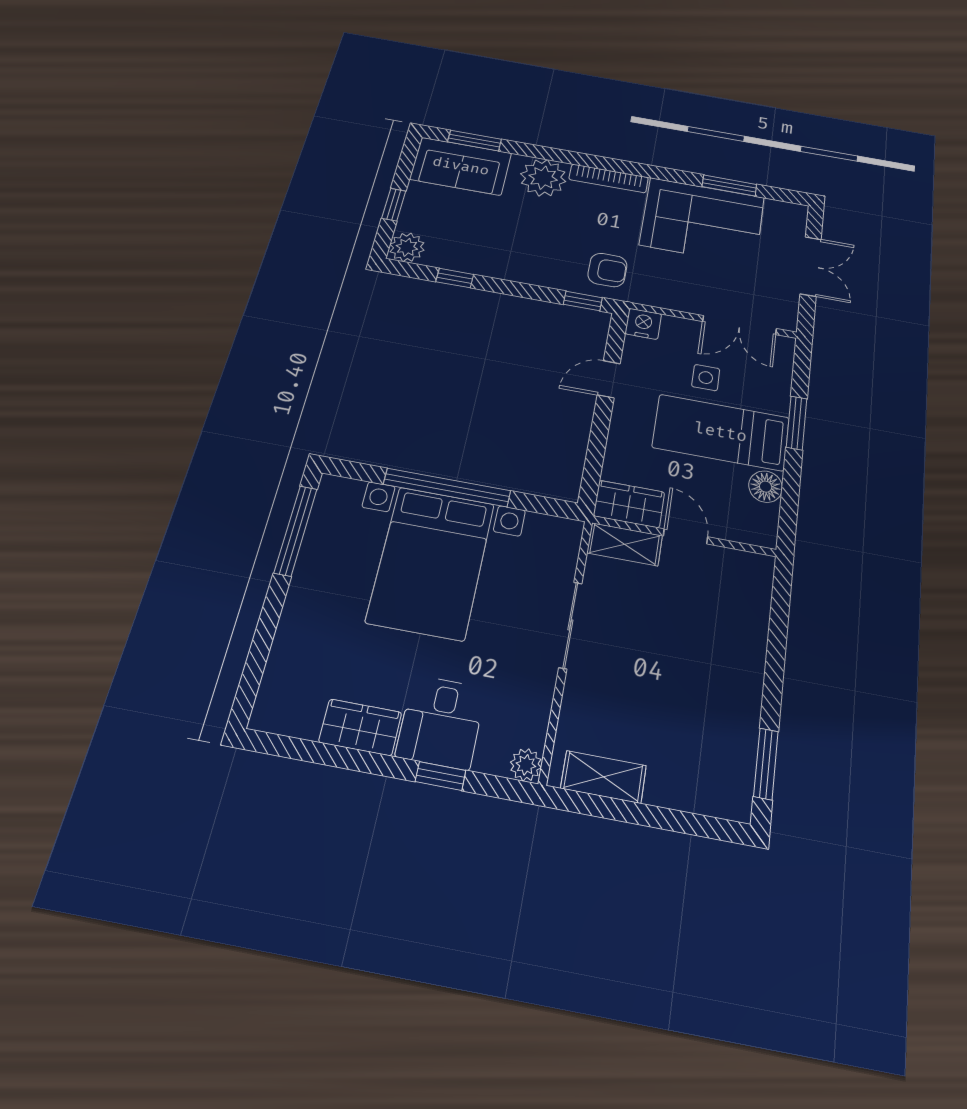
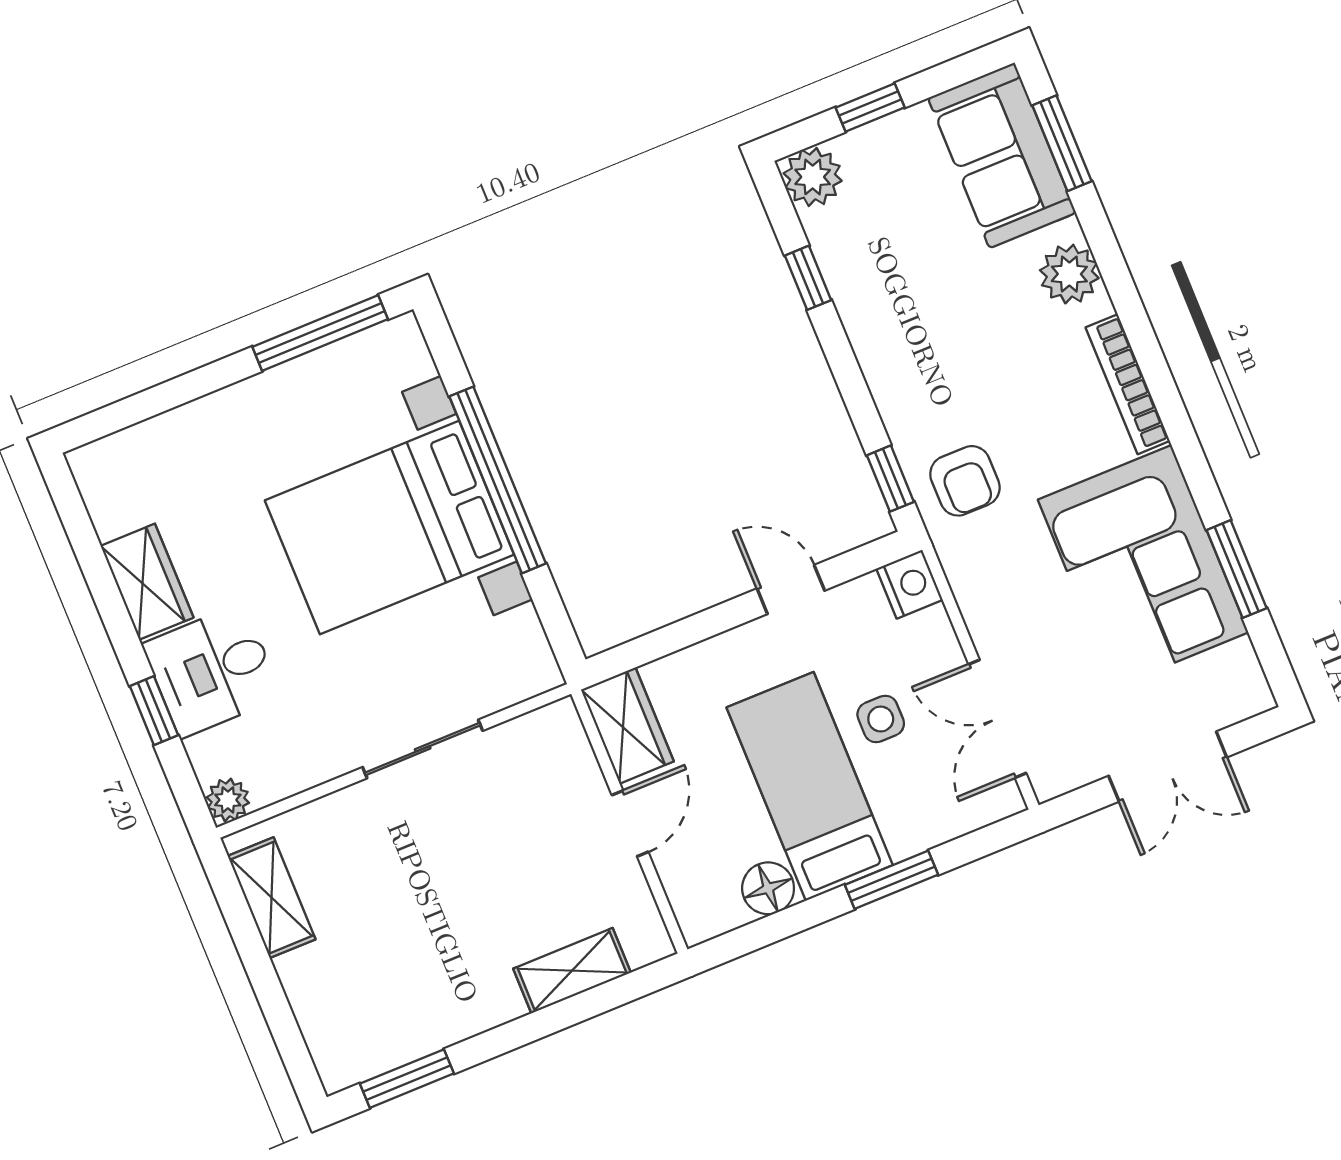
plant: (543, 178) -> (1069, 274), width x0.73, depth x0.73
shelving: (625, 544) -> (572, 971), moved, turned 90

